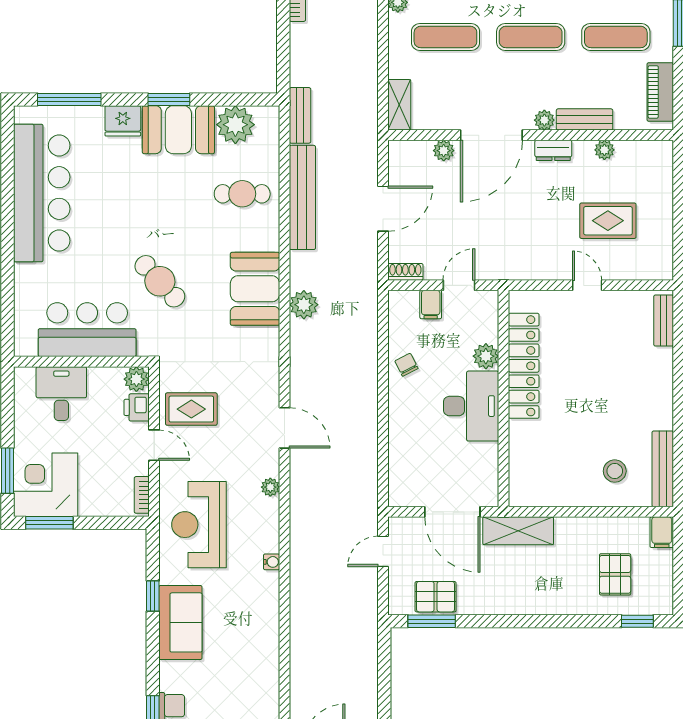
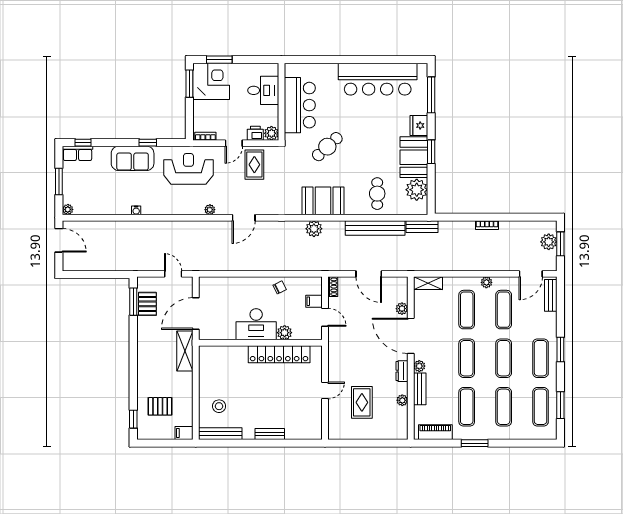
bench: (664, 321) -> (270, 434), moved
water cooler: (272, 562) -> (136, 210), moved

